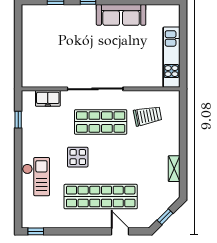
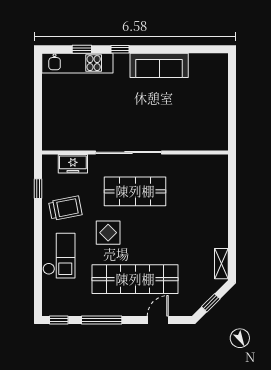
kitchen unit: (171, 57) -> (77, 63), moved, turned -90
trolley: (148, 116) -> (65, 208), moved
shelving: (174, 169) -> (221, 264), moved
window: (72, 231) -> (102, 320), added
door: (120, 231) -> (158, 320), hinge flipped

